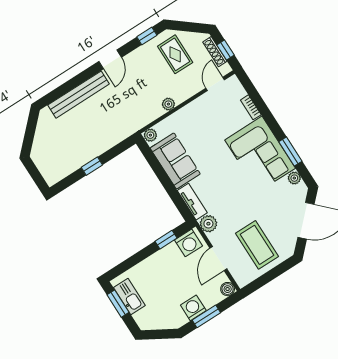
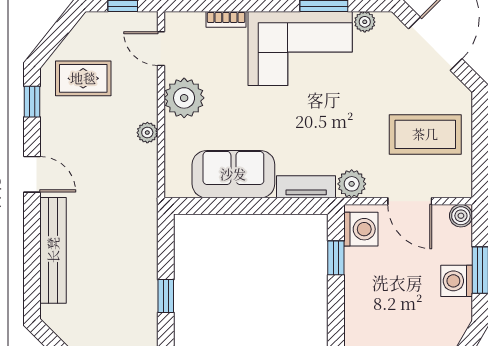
shoe rack: (215, 52) -> (115, 20), removed
plant: (150, 135) -> (184, 98), moved, width x1.87, depth x1.87

